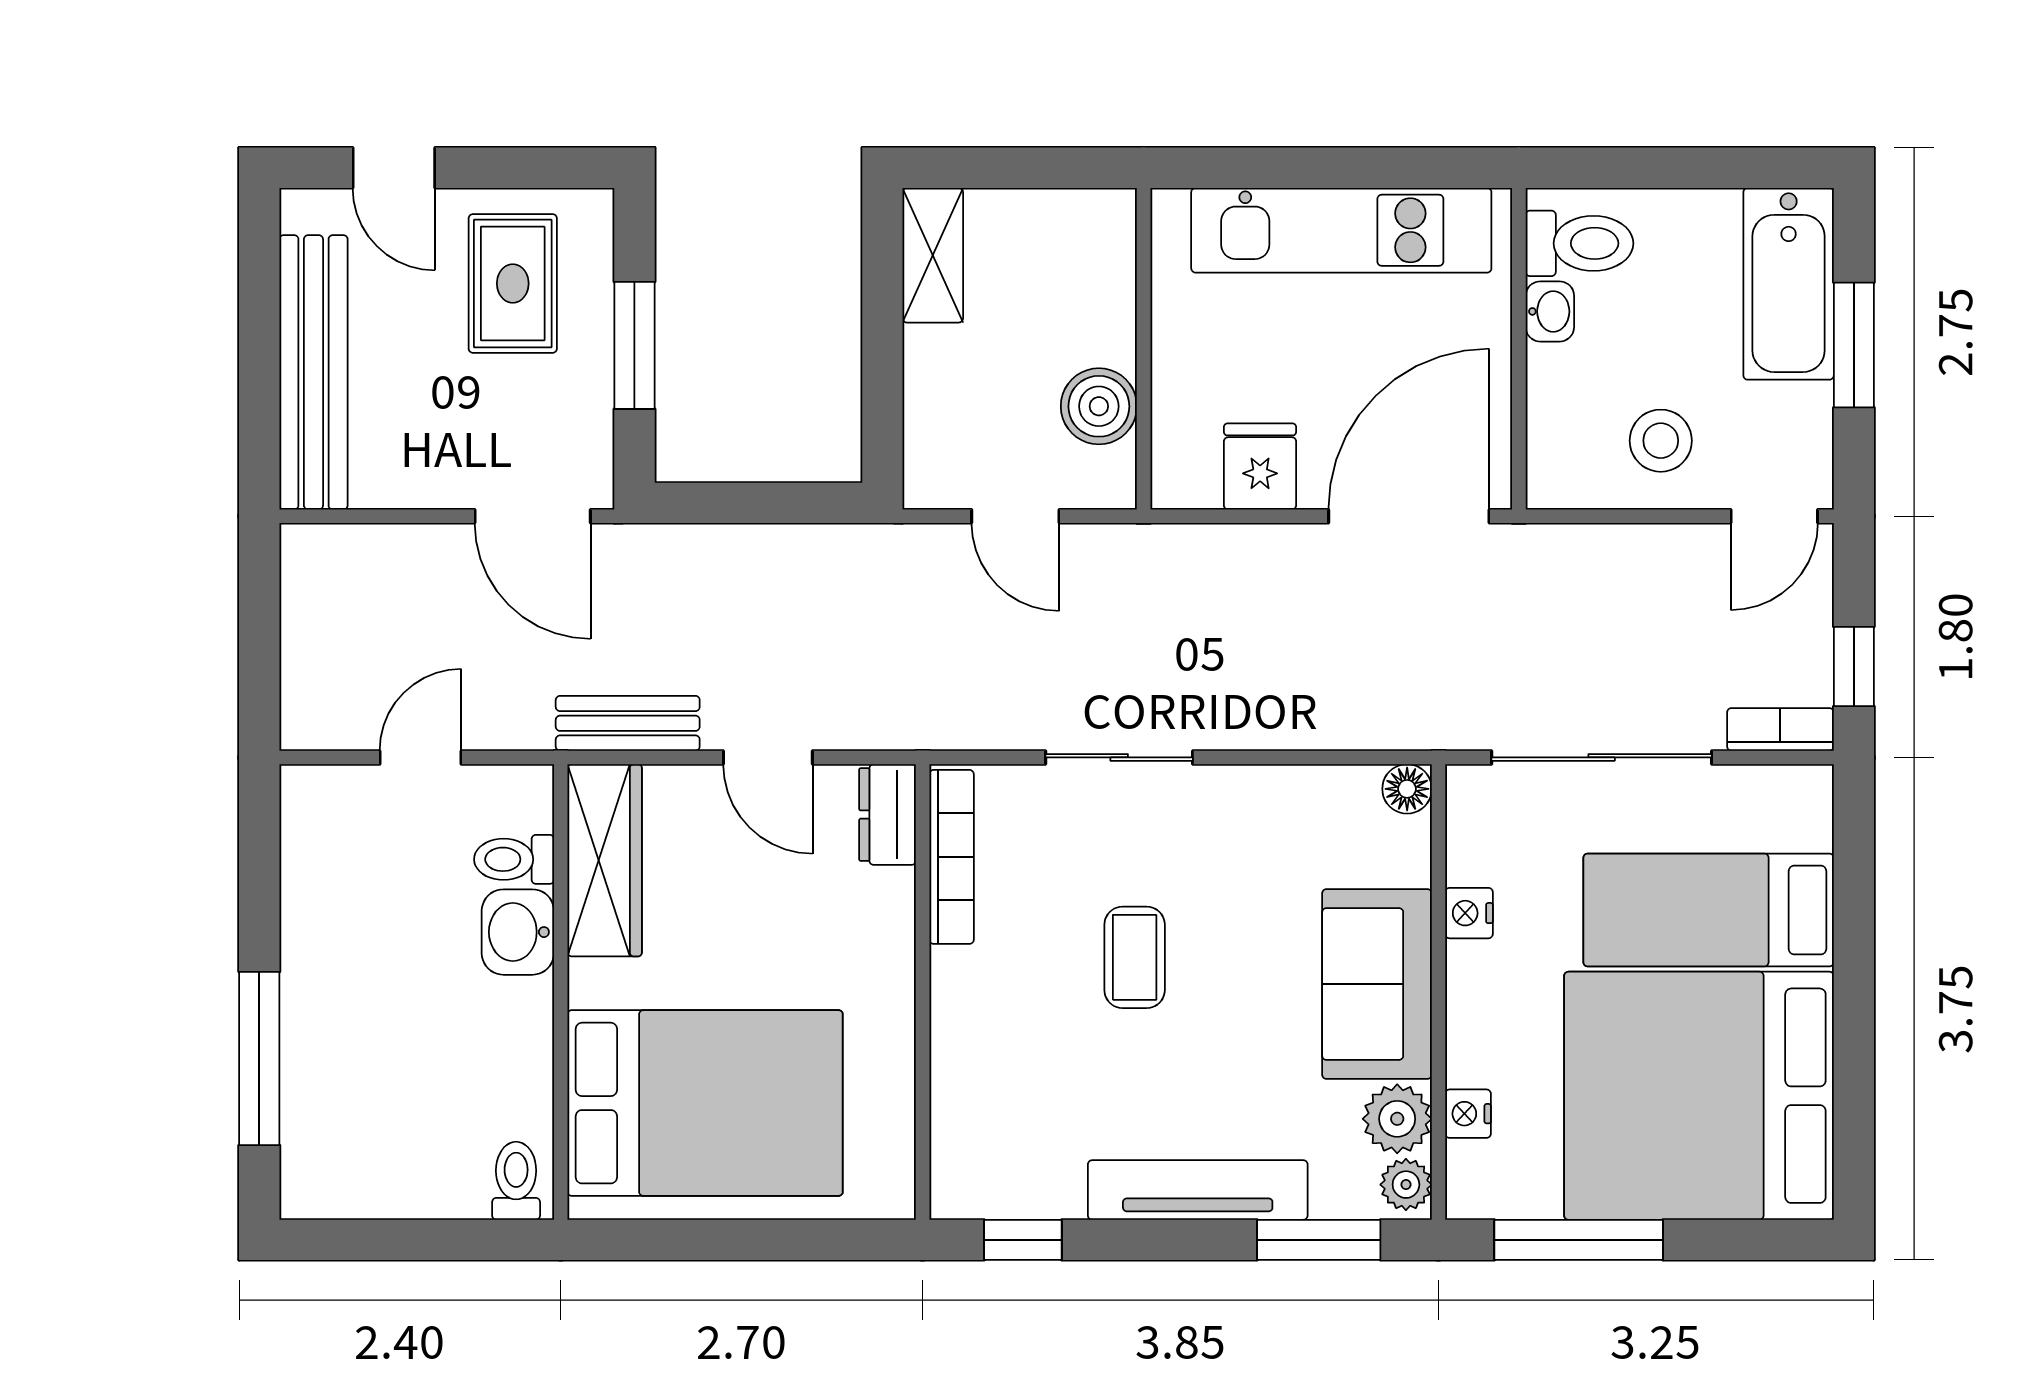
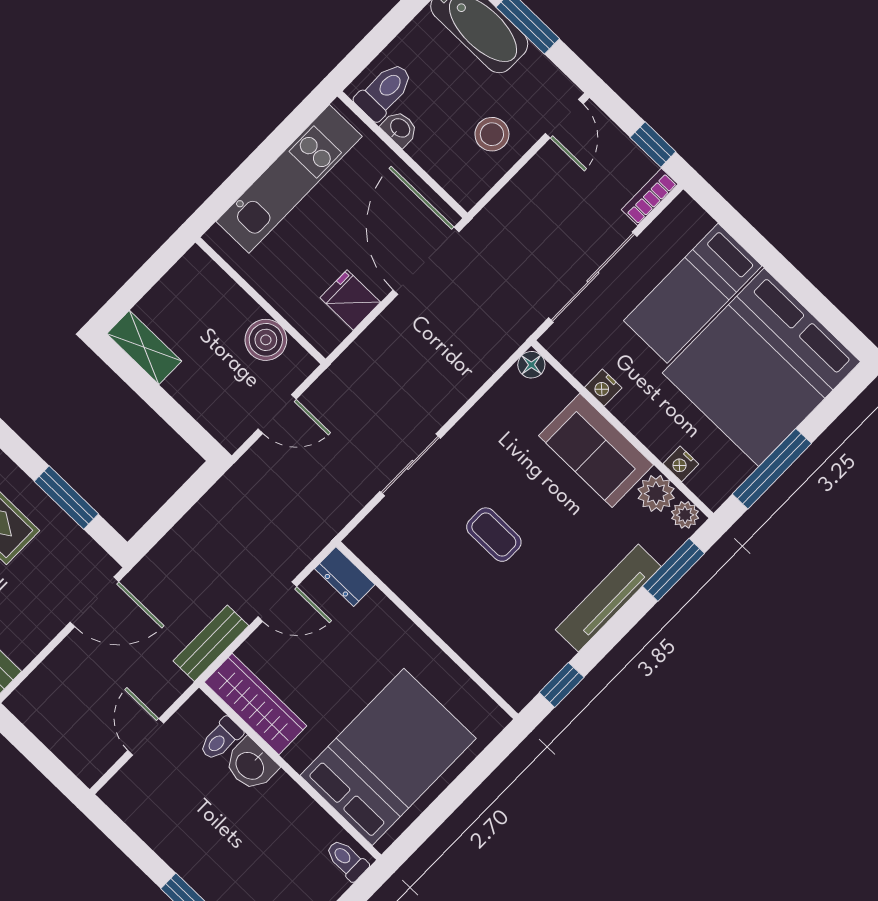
bookcase: (952, 857) -> (385, 568), removed

